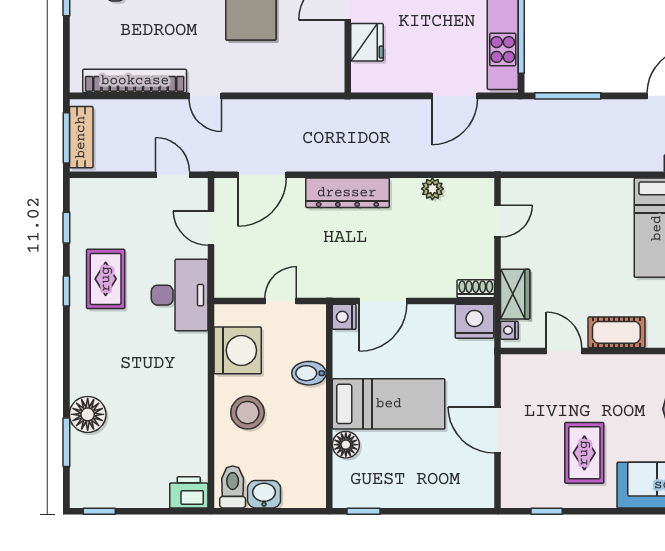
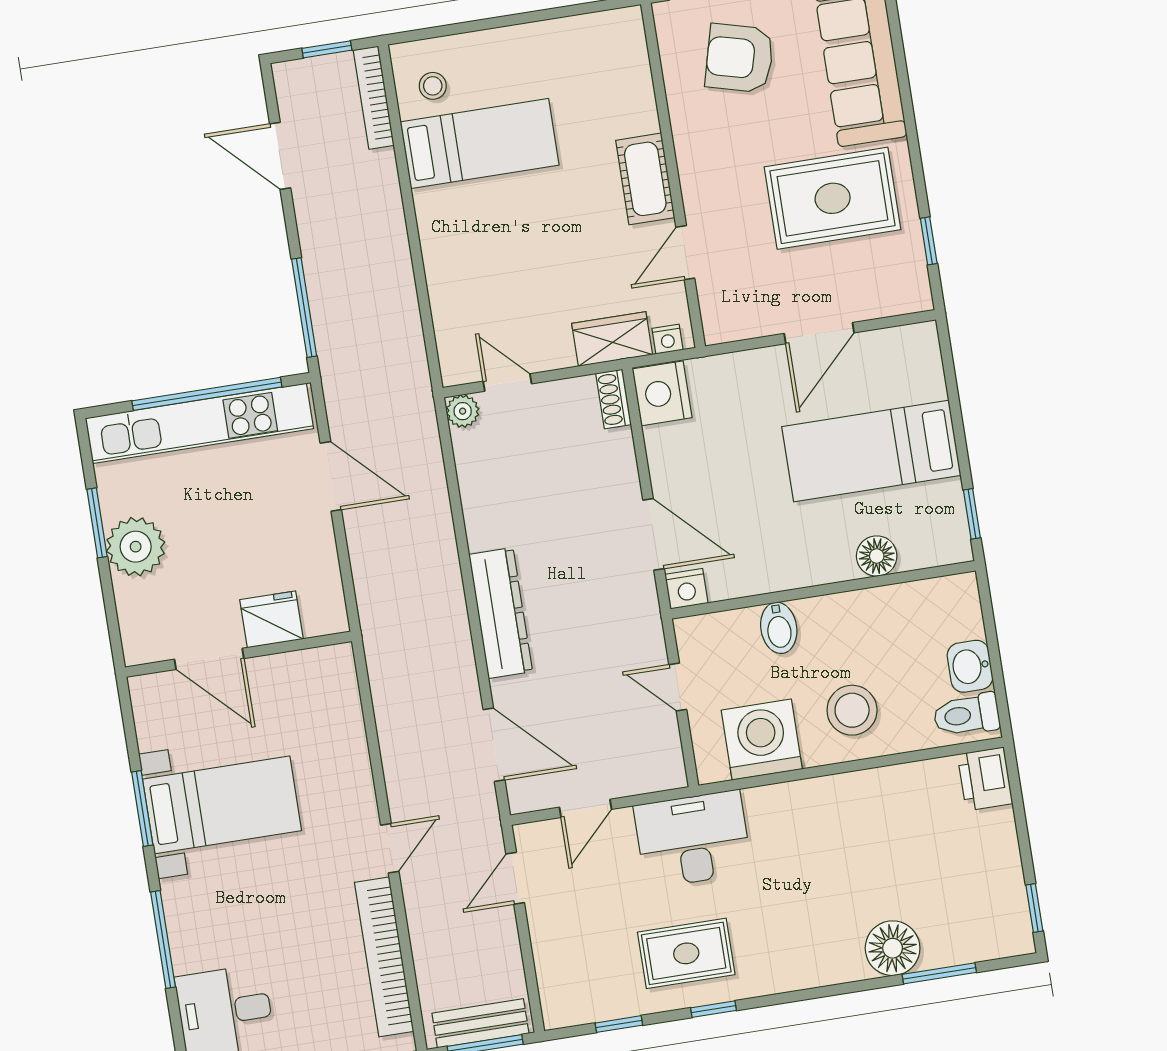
plant: (432, 189) -> (463, 411), moved
bed: (389, 404) -> (871, 451), moved, turned -90
rug: (584, 453) -> (833, 198), width x1.36, depth x1.43

